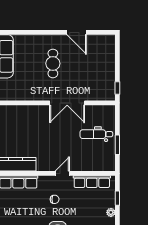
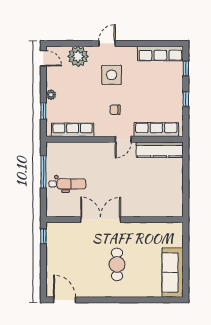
door: (77, 32) -> (65, 300), moved
window: (117, 145) -> (43, 172), width x1.44
door: (62, 173) -> (123, 139), moved

